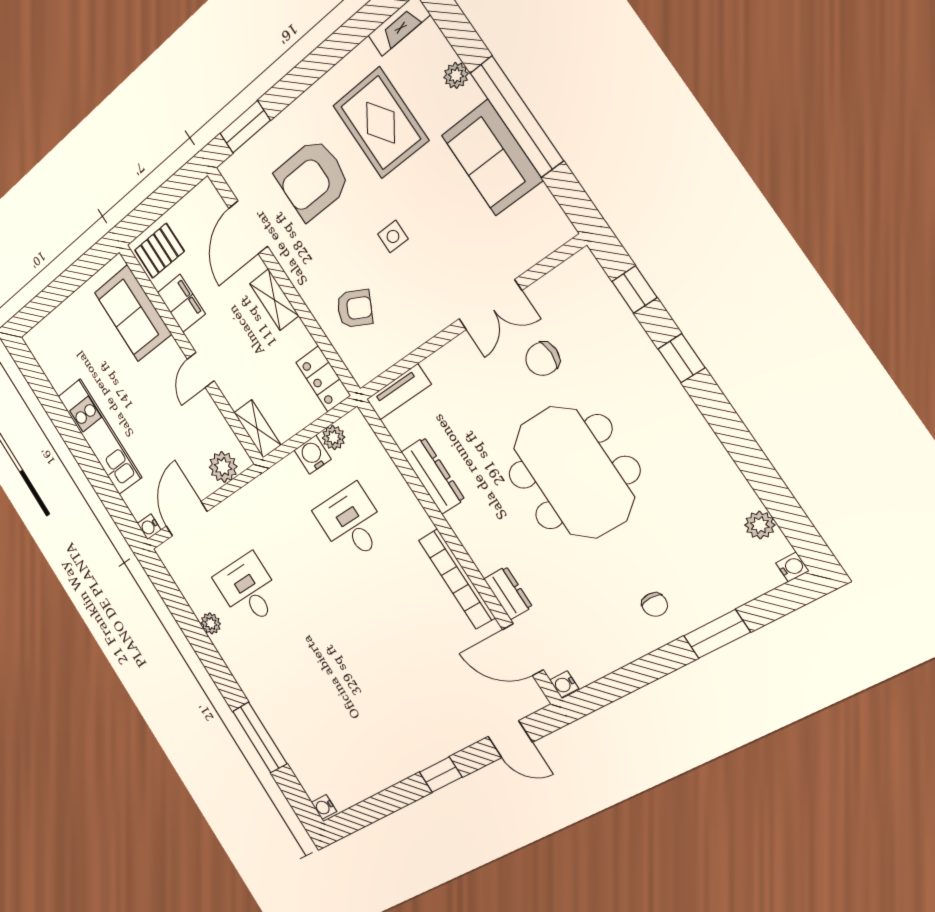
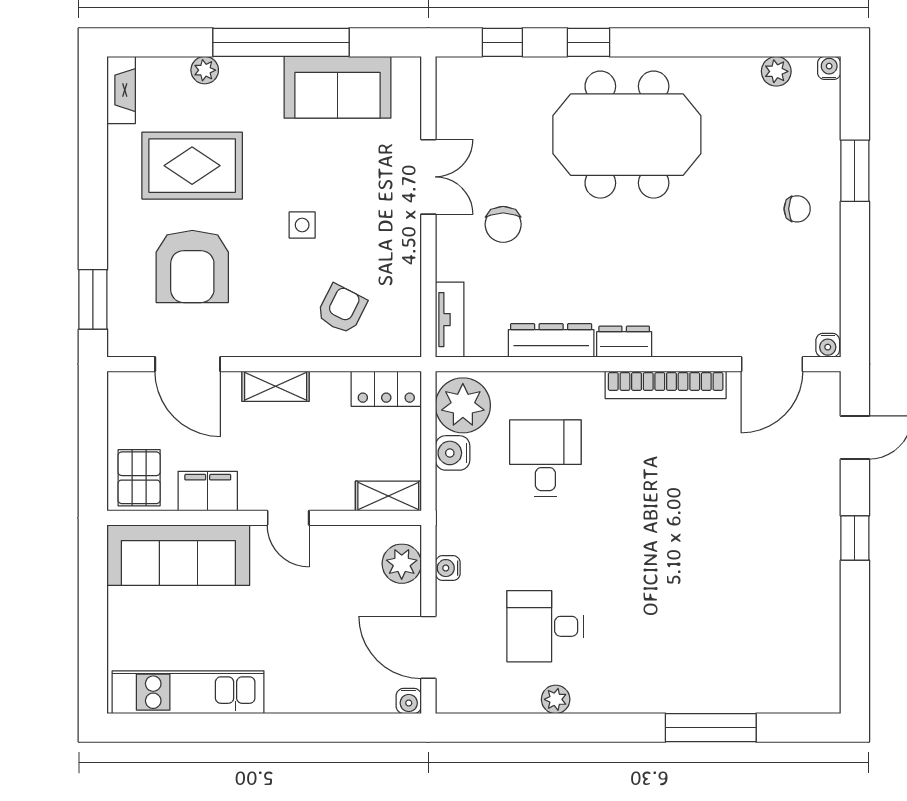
sofa: (492, 158) -> (337, 87), moved
sofa: (133, 313) -> (178, 555), width x1.36
chair: (543, 359) -> (503, 224), moved
kitchen unit: (100, 437) -> (188, 692), moved
plant: (334, 438) -> (463, 405), width x1.88, depth x1.88
meeting table: (573, 472) -> (627, 135), moved
desk: (351, 523) -> (545, 458), turned 90
dresser: (508, 593) -> (624, 342), moved
water cooler: (324, 807) -> (448, 568), moved, turned 90

